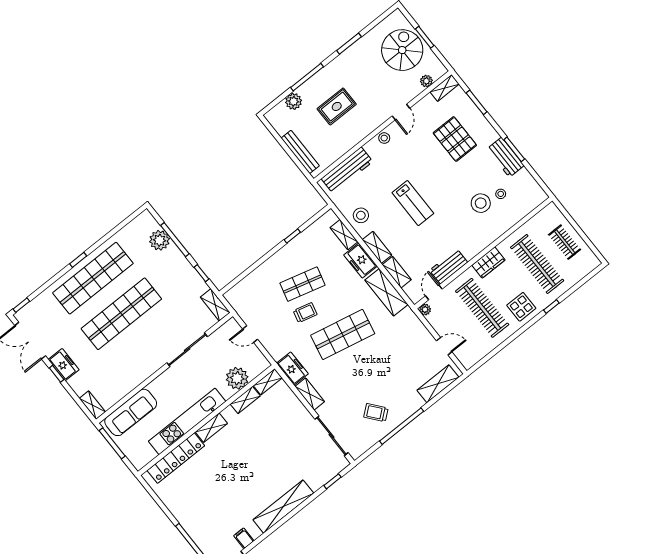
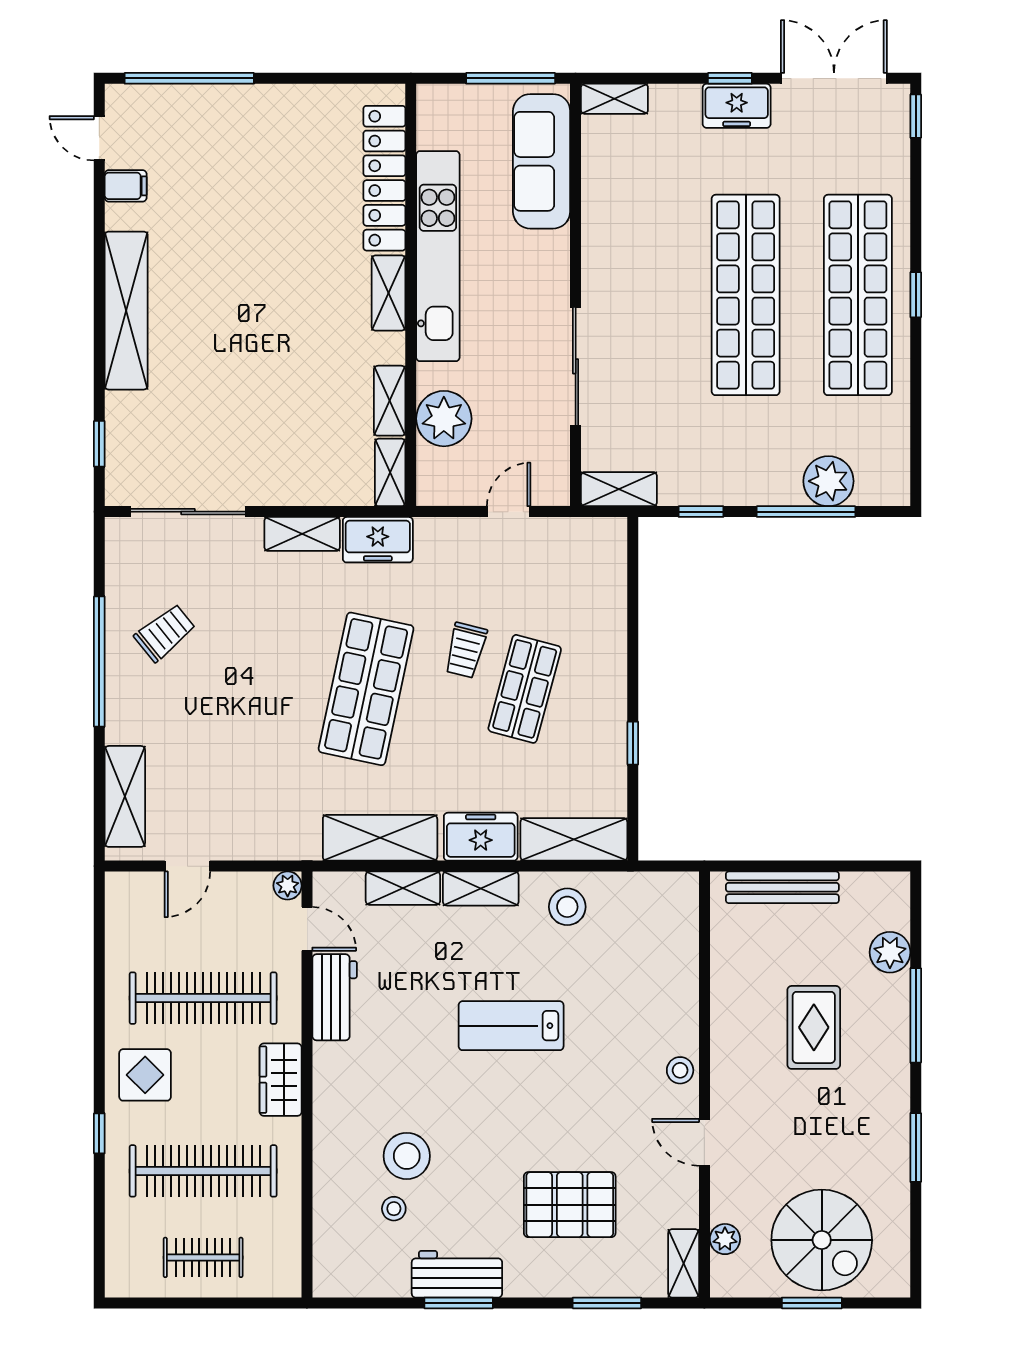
workbench: (347, 170) -> (675, 950), removed
shelving: (344, 235) -> (574, 839), width x1.50, depth x1.33

